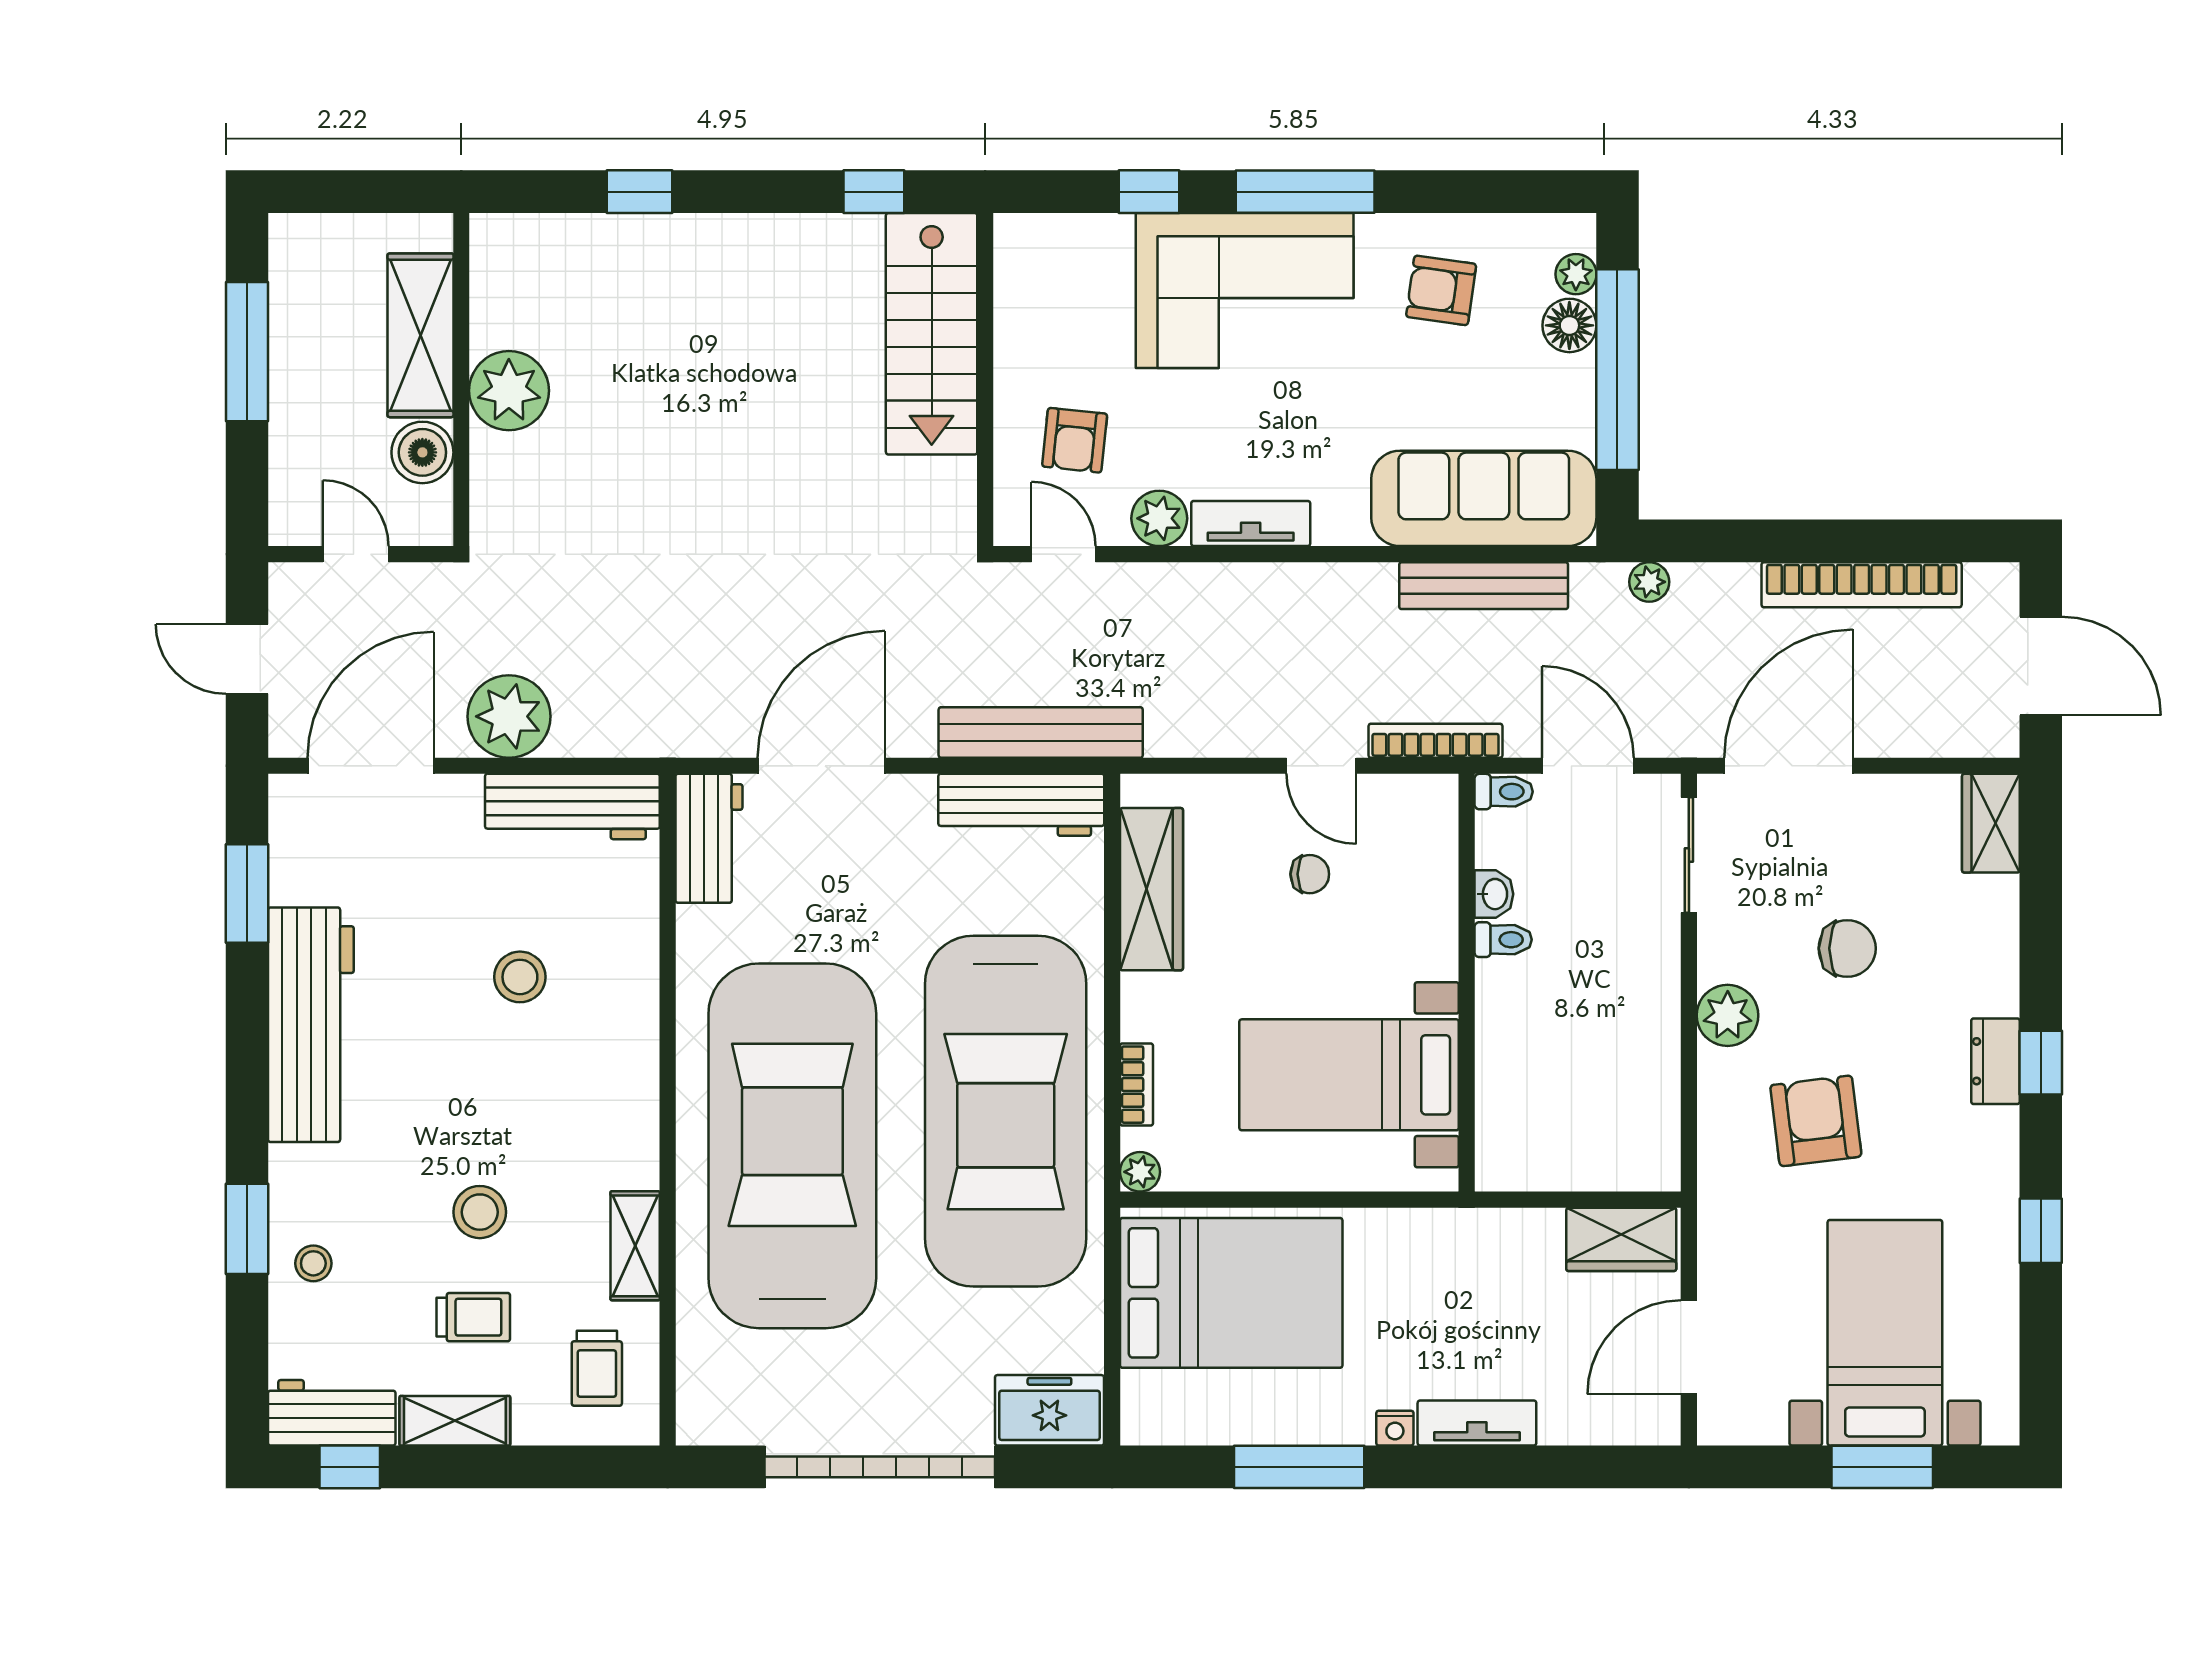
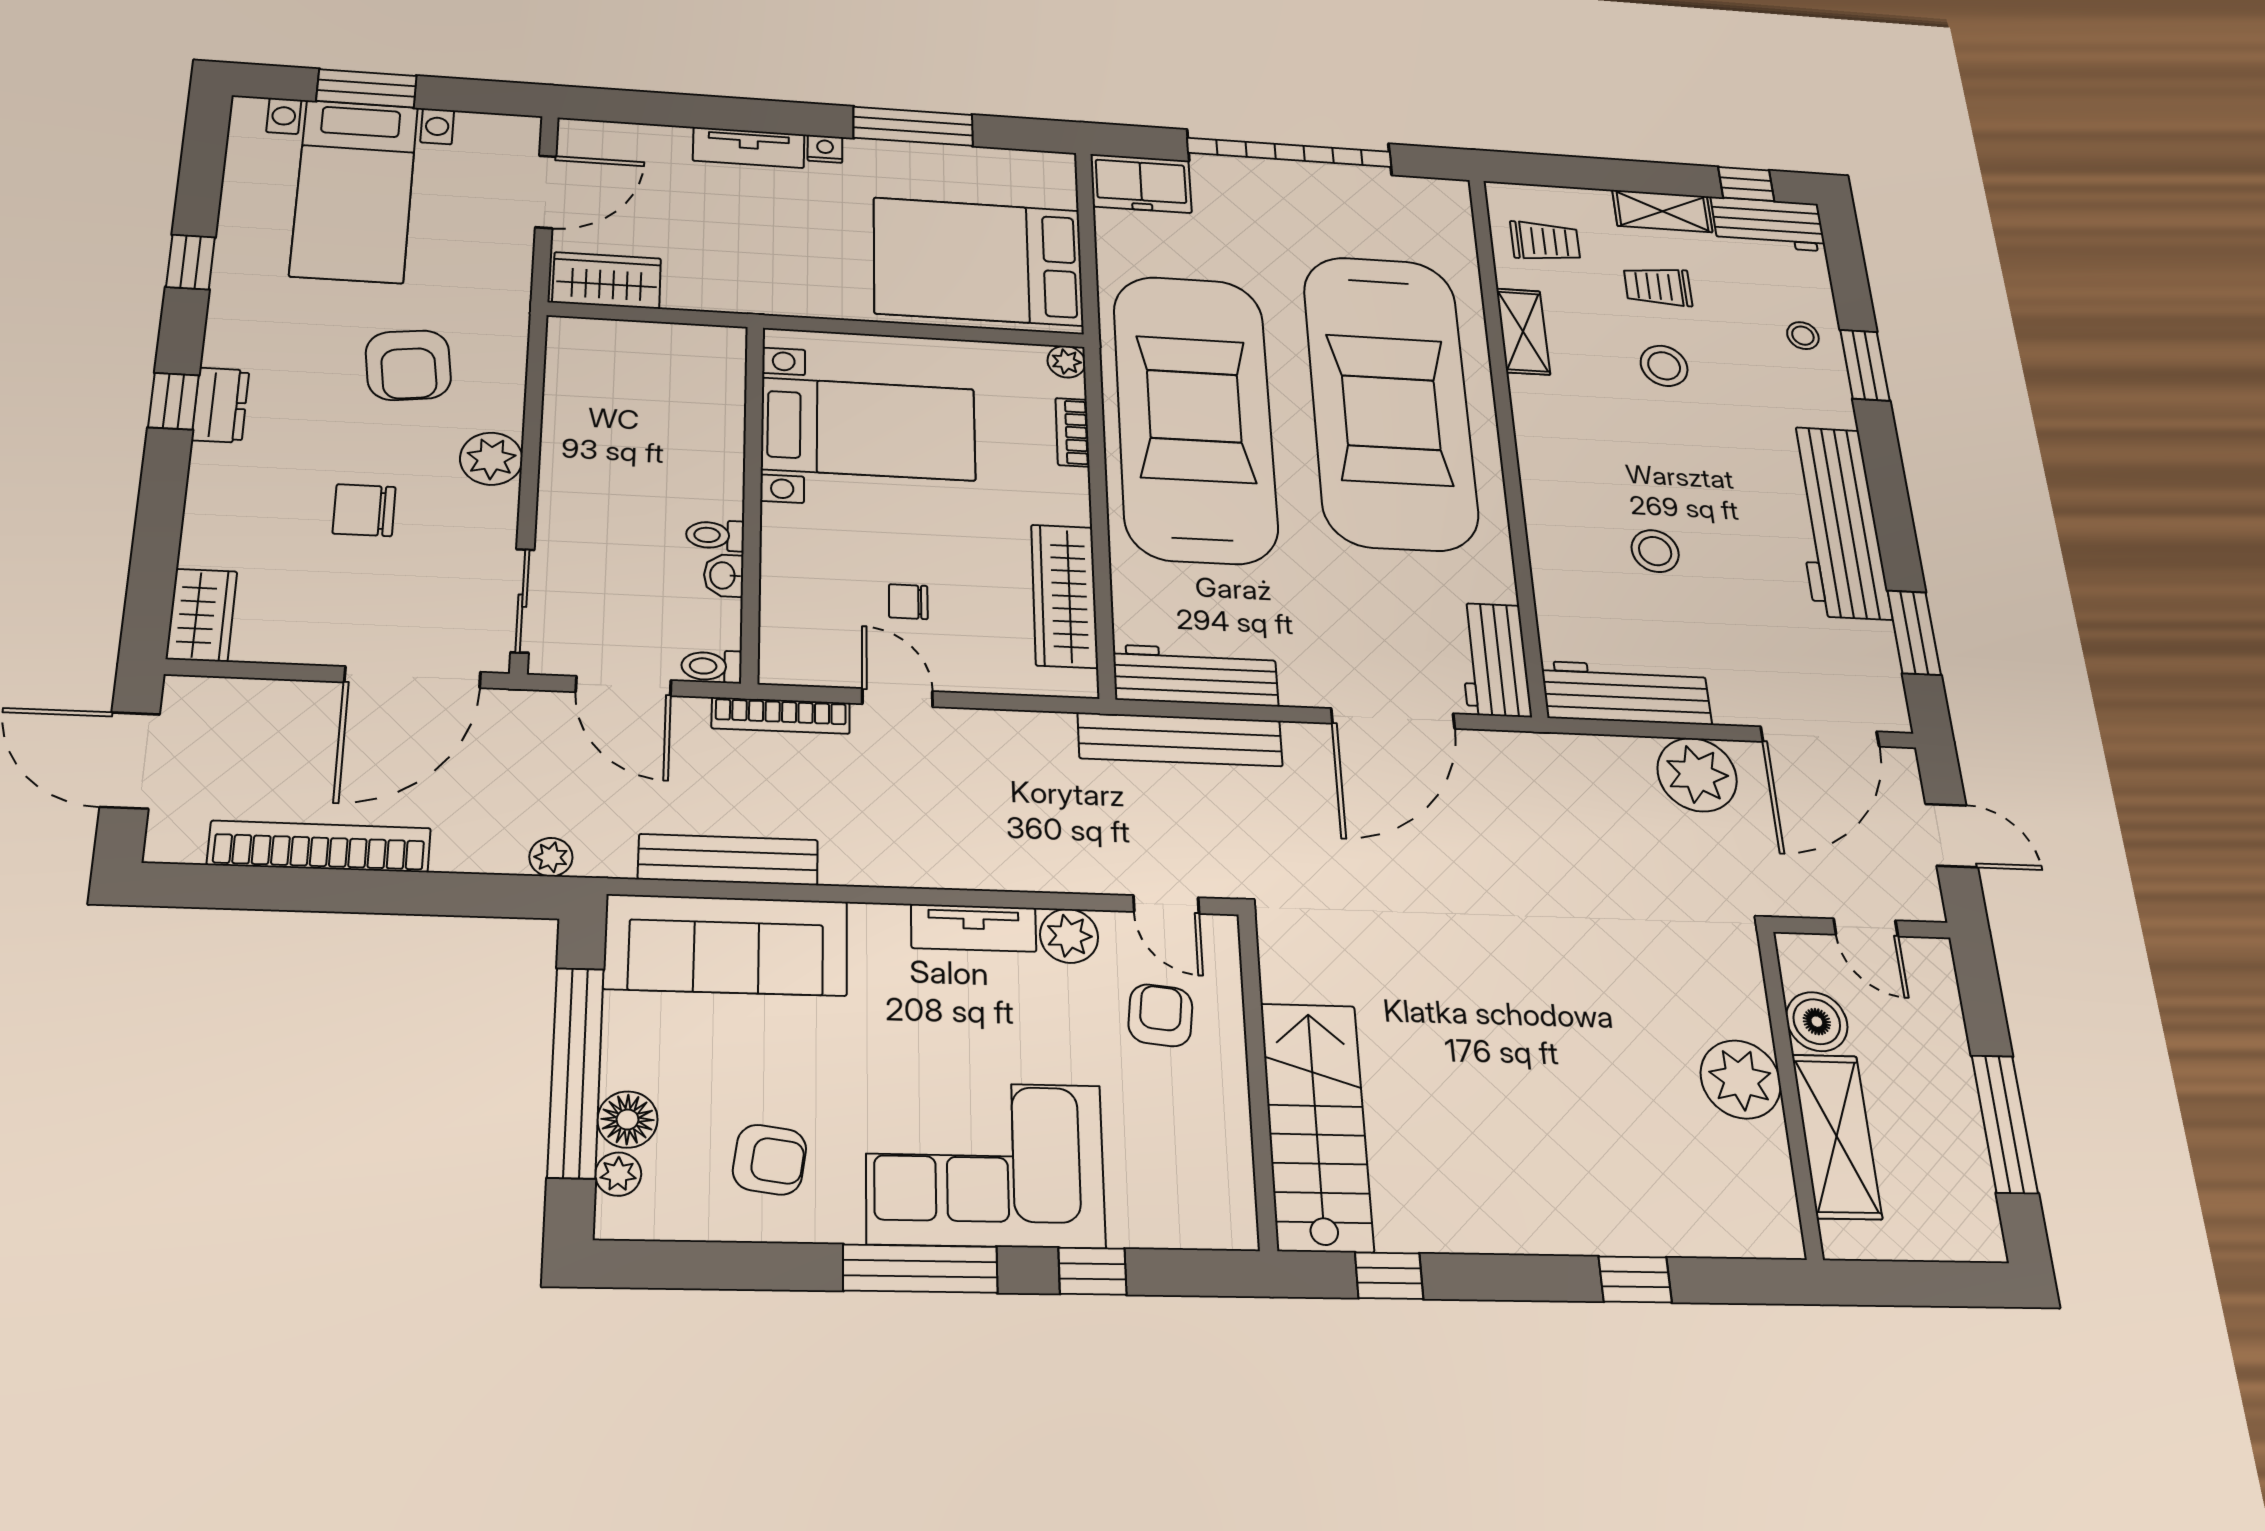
trolley: (597, 1368) -> (1545, 241), turned 90

